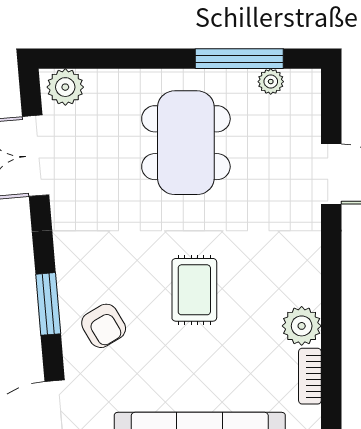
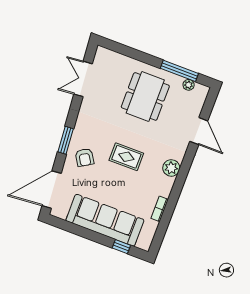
plant: (65, 87) -> (105, 56), removed
rug: (194, 290) -> (126, 157), turned 90
plant: (302, 326) -> (171, 168), moved

